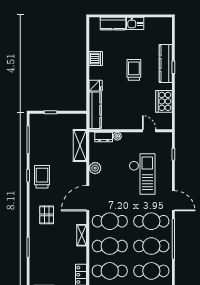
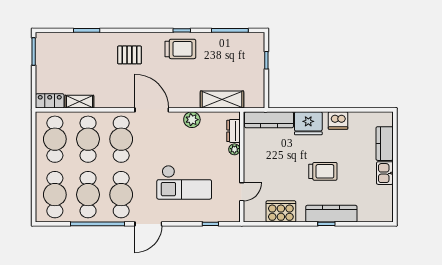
fridge: (96, 86) -> (308, 123), width x1.88, depth x1.34
shelving: (82, 235) -> (79, 102), moved

